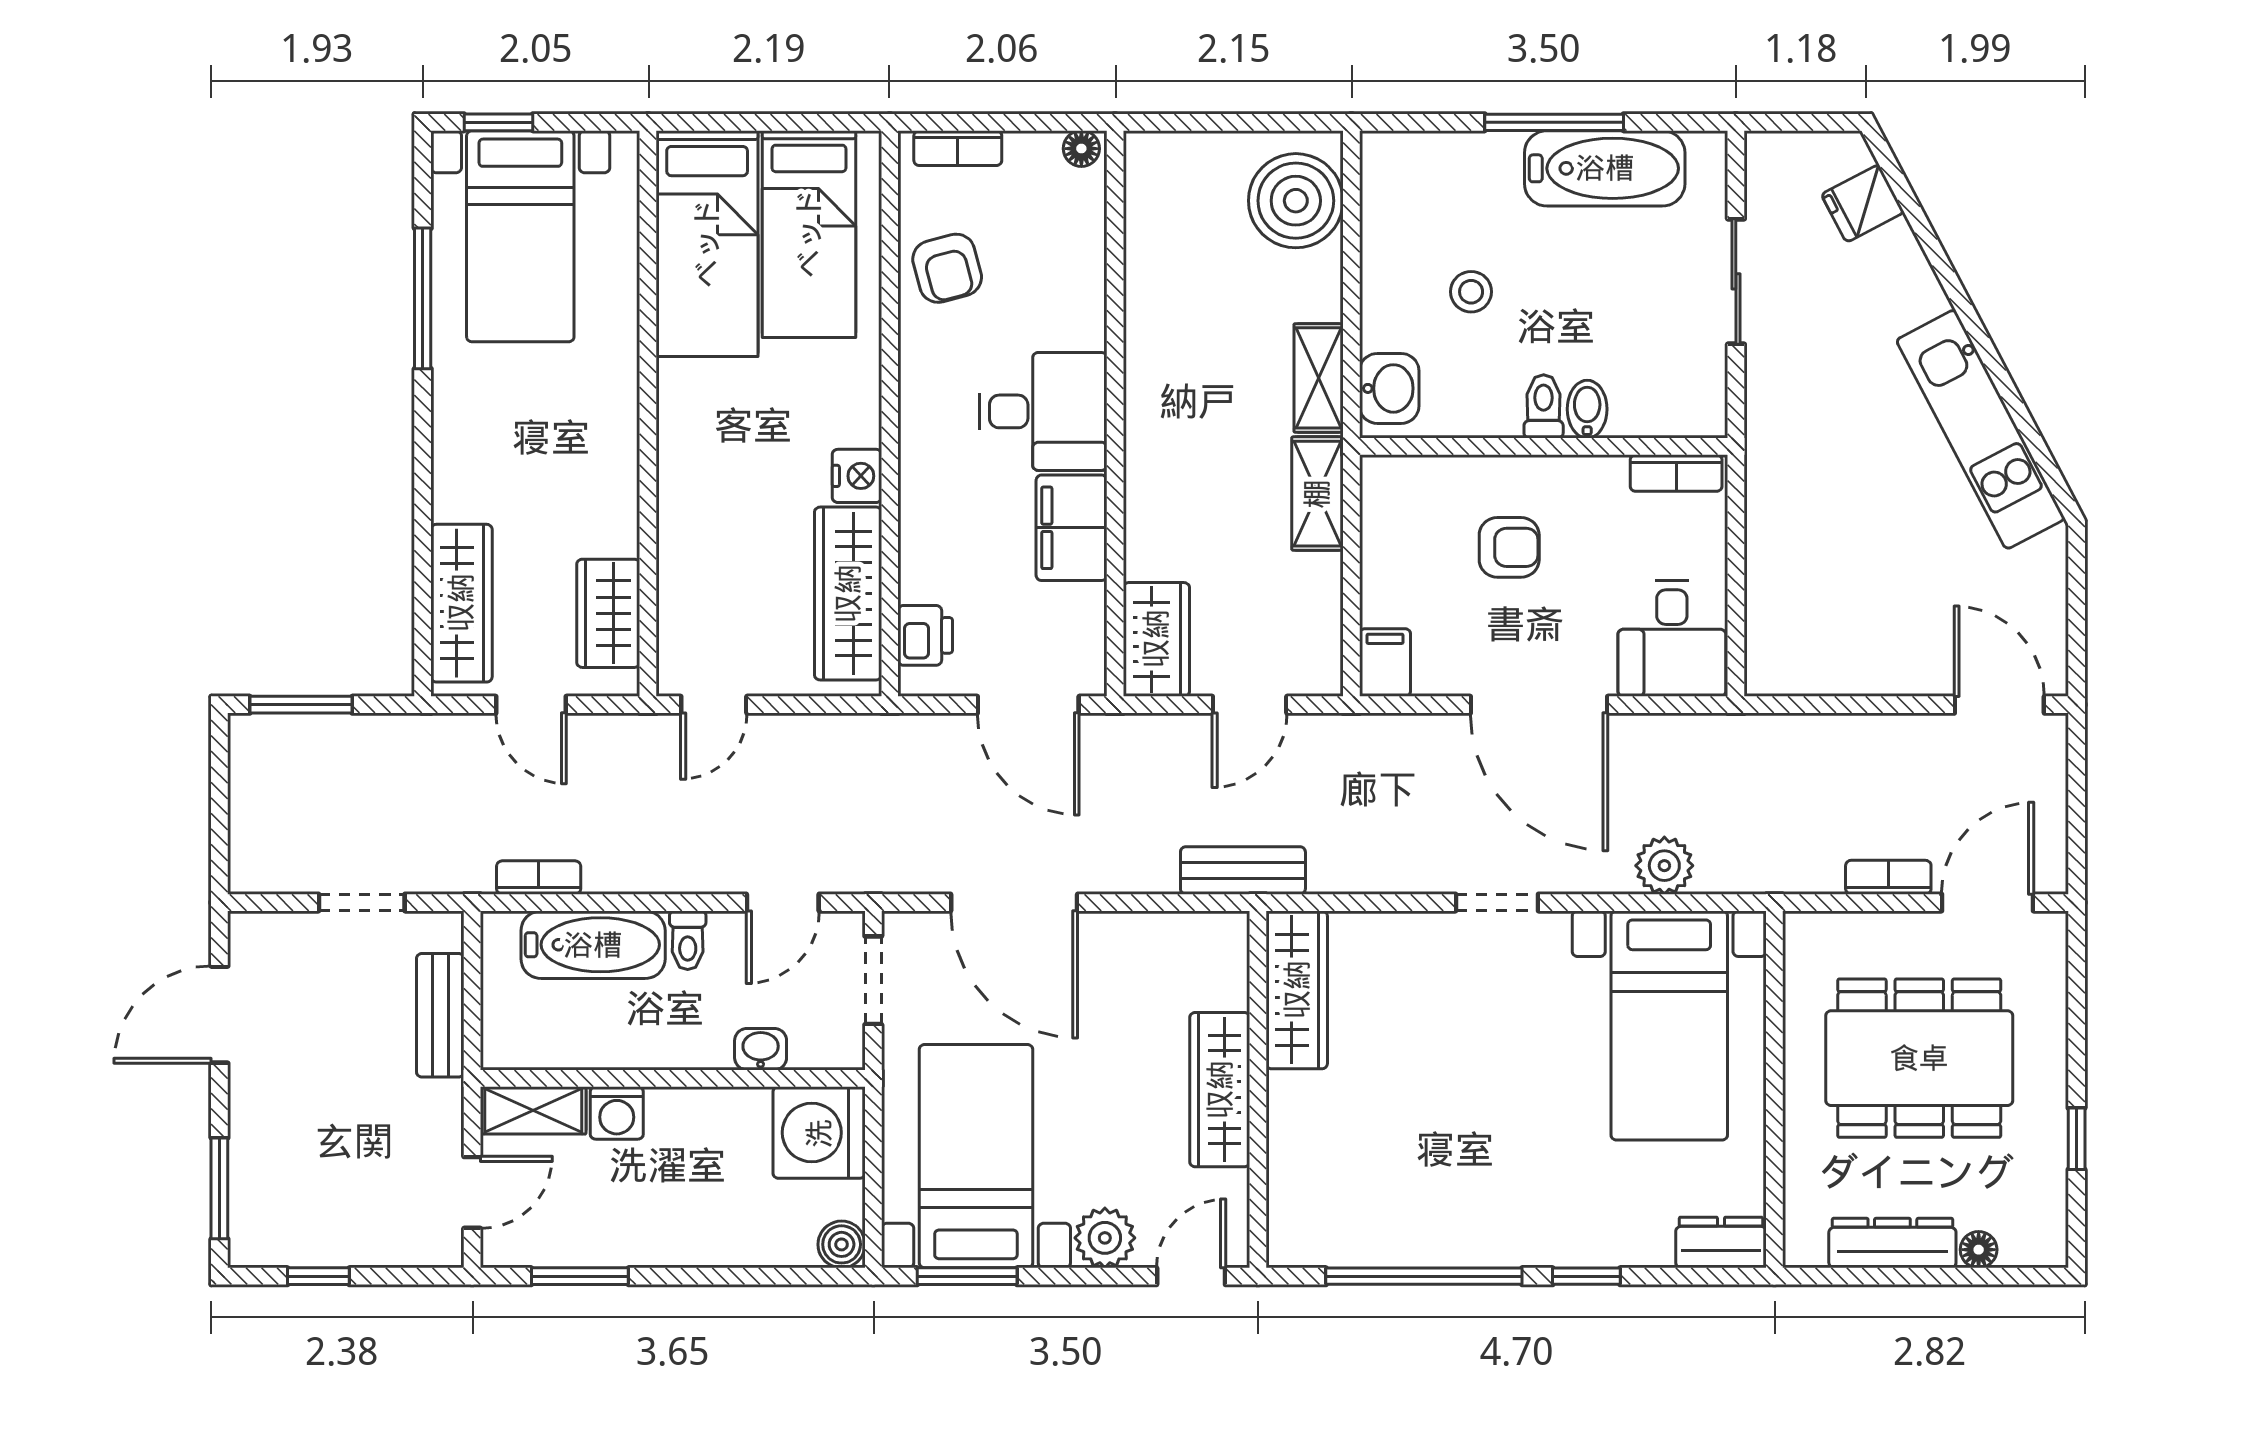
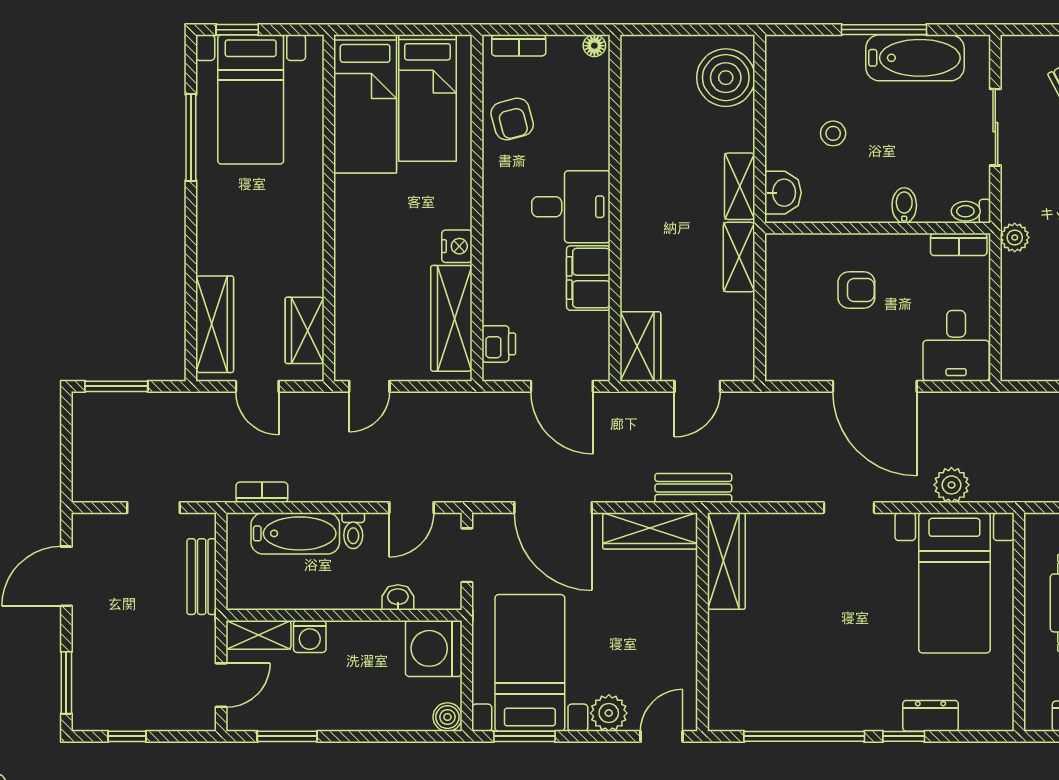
toilet: (1544, 406) -> (971, 211), moved, turned -90
plant: (1768, 462) -> (1015, 237), added
filing cabinet: (1385, 663) -> (780, 361), removed
wardrobe: (1220, 1090) -> (650, 531), moved, turned -90
dresser: (1721, 1242) -> (930, 716), moved

